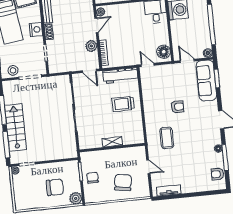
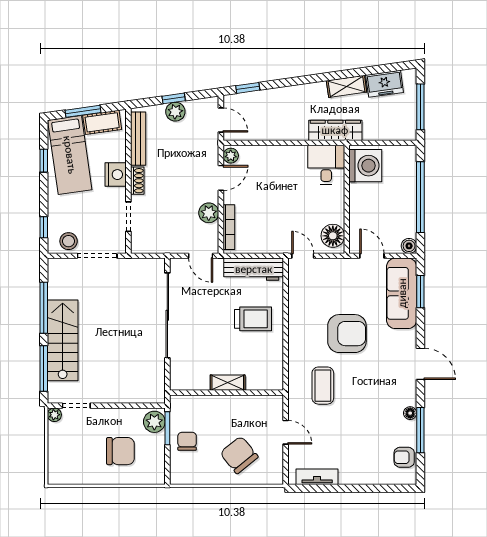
trolley: (123, 104) -> (253, 319), turned 180
armchair: (177, 107) -> (347, 334), width x1.88, depth x1.88
chair: (123, 182) -> (239, 455), turned -48
plant: (76, 198) -> (154, 422), moved

